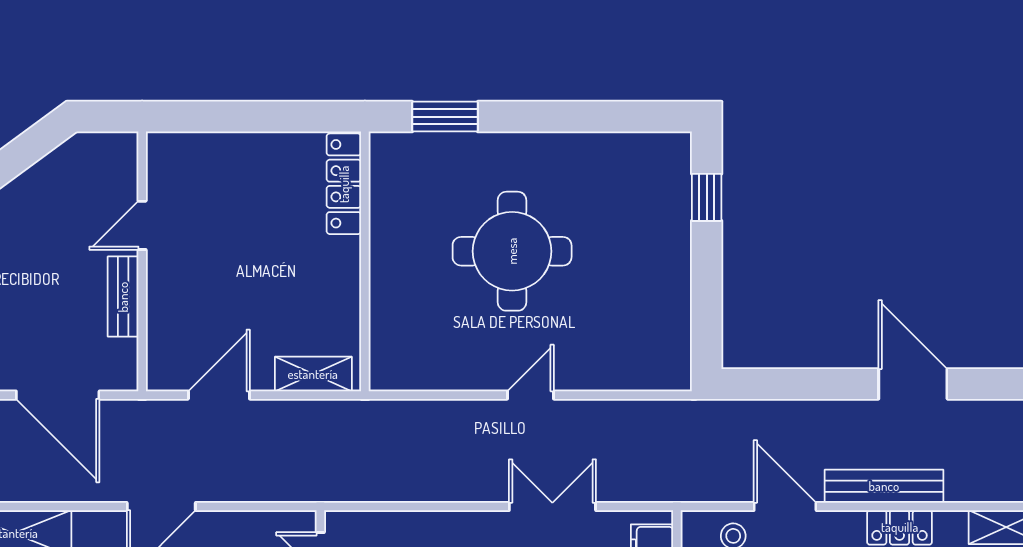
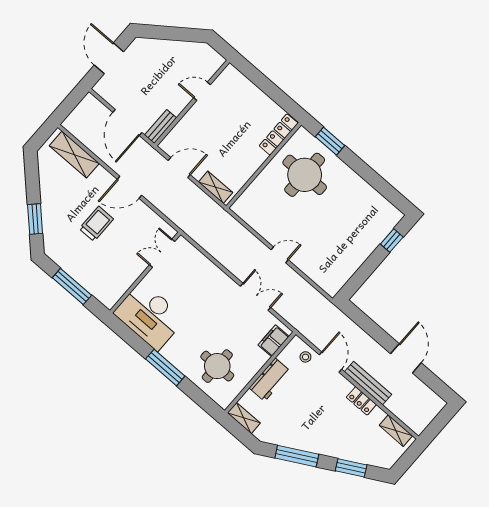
round table: (512, 251) -> (305, 175), moved
bench: (123, 297) -> (161, 127), moved

